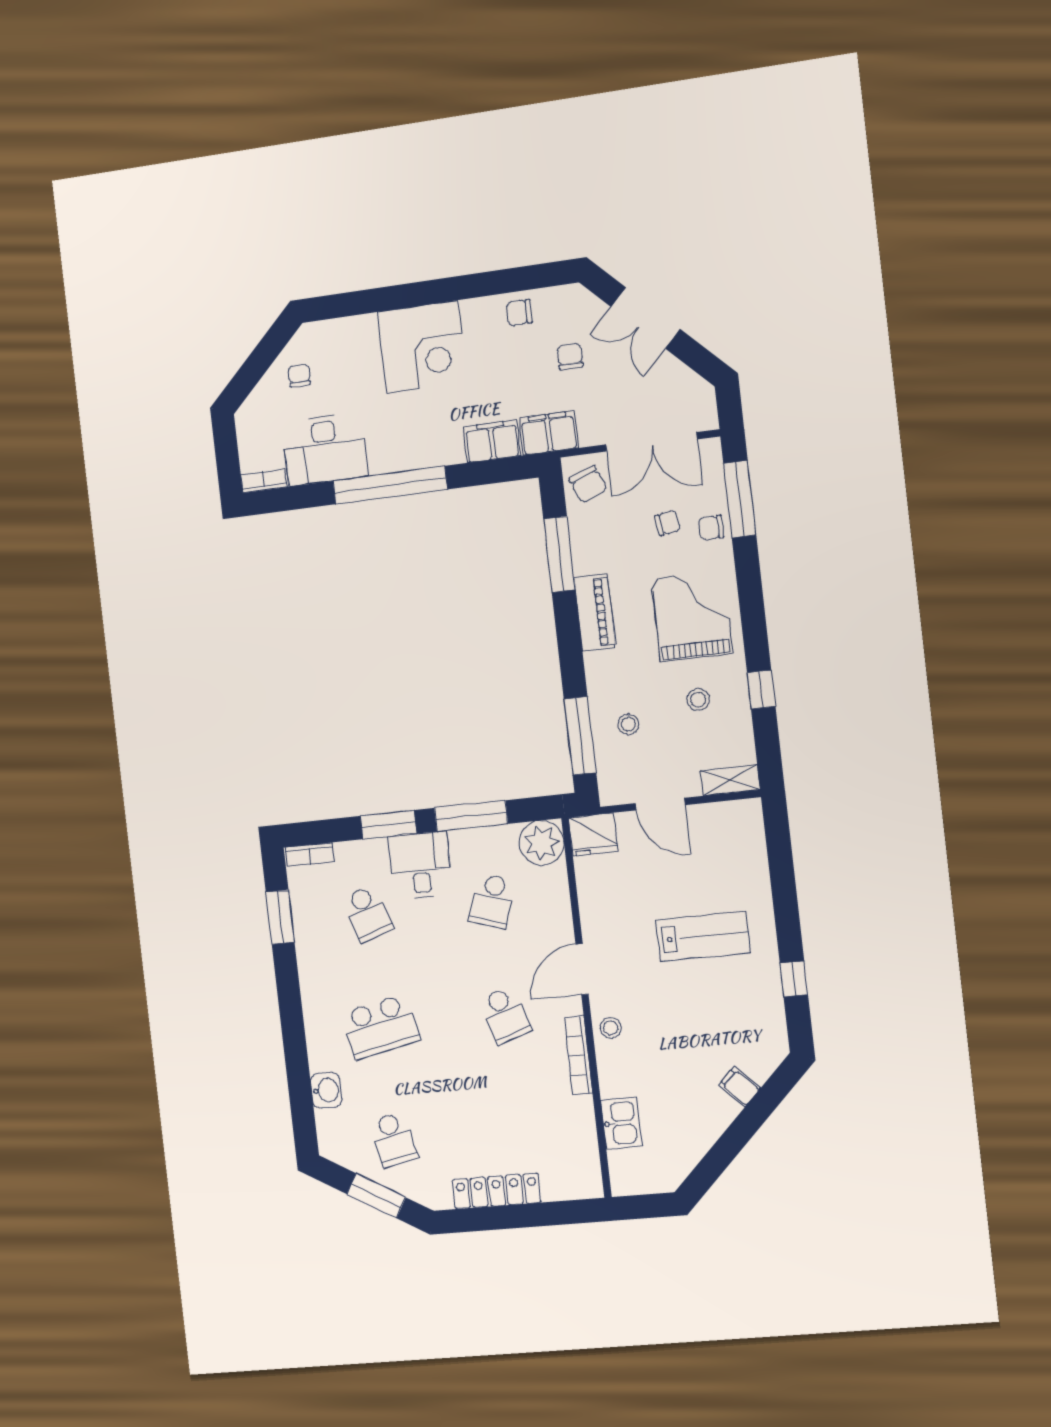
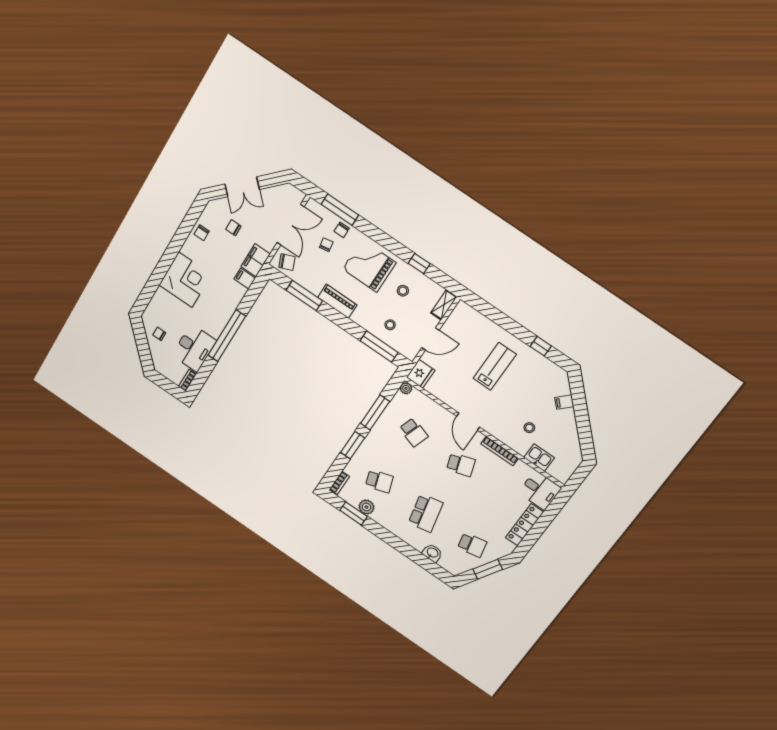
filing cabinet: (492, 441) -> (245, 279), width x0.50
plant: (542, 843) -> (406, 388), width x0.53, depth x0.53
desk: (420, 865) -> (540, 490), moved, turned 180
plant: (308, 928) -> (366, 507), added
stool: (611, 1028) -> (529, 428), moved

